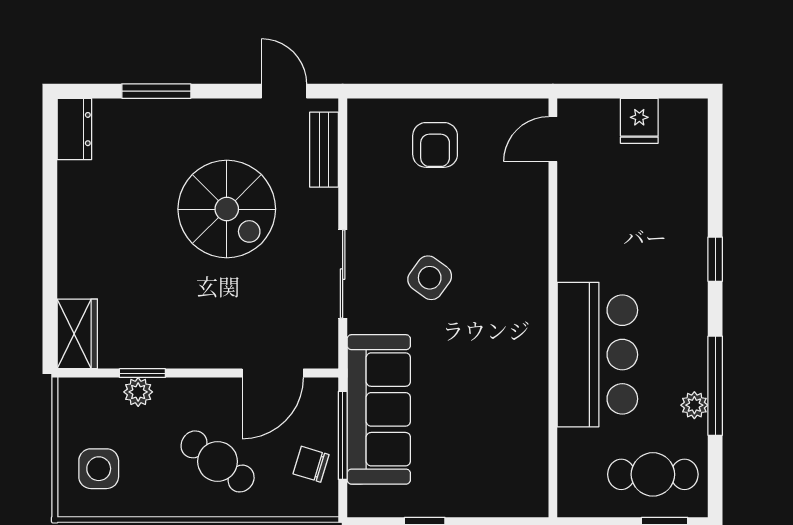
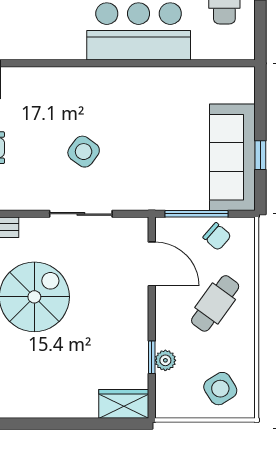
sofa: (379, 409) -> (232, 157), moved, turned -90
chair: (311, 464) -> (217, 237), turned -66
side table: (99, 469) -> (220, 389), turned -32

